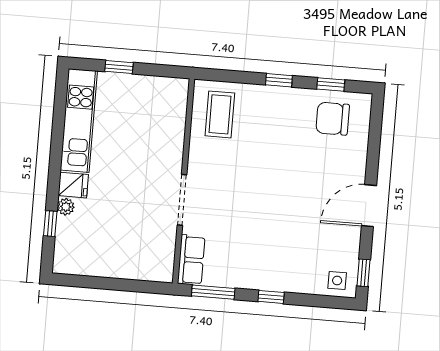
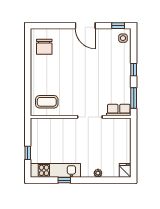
window: (279, 80) -> (28, 74), removed
window: (331, 84) -> (28, 49), removed
fridge: (73, 185) -> (125, 170), moved
window: (50, 224) -> (64, 180), moved

